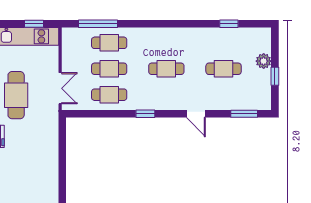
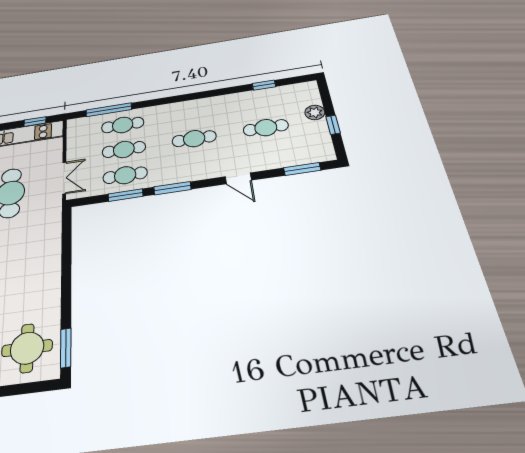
window: (109, 114) -> (126, 195), added
window: (145, 114) -> (172, 188), width x1.50

